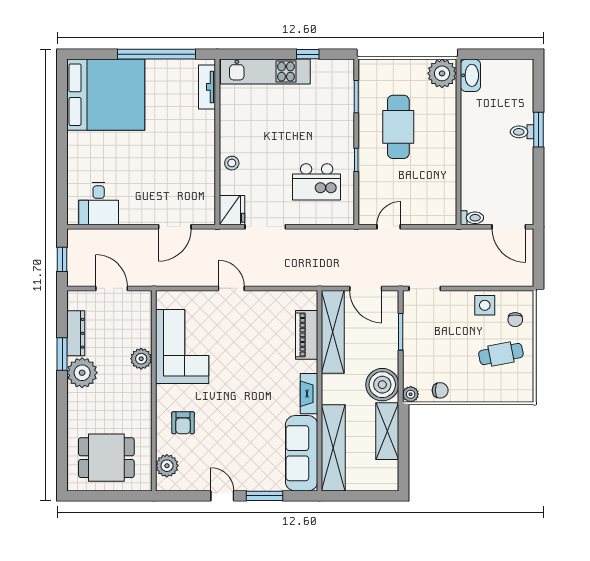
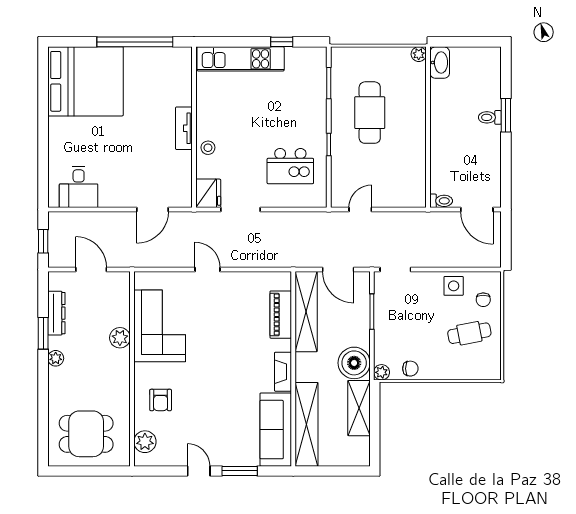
plant: (442, 73) -> (419, 54), width x0.53, depth x0.53
tv unit: (207, 87) -> (184, 128), moved
plant: (82, 373) -> (56, 358), width x0.53, depth x0.53

